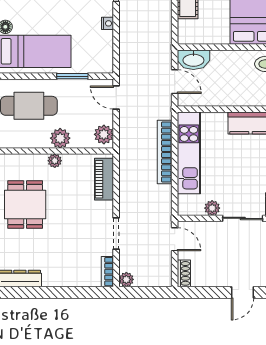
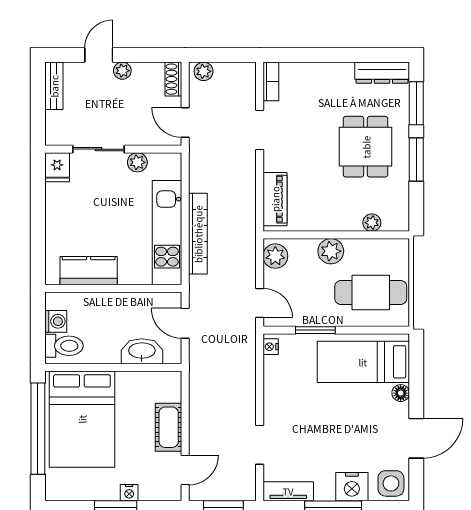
nightstand: (108, 23) -> (271, 347), moved
washbasin: (193, 60) -> (142, 351), moved
plant: (55, 161) -> (372, 223), moved
dining table: (25, 205) -> (366, 147), moved
plant: (126, 279) -> (204, 71), moved
plant: (224, 280) -> (122, 71), added

